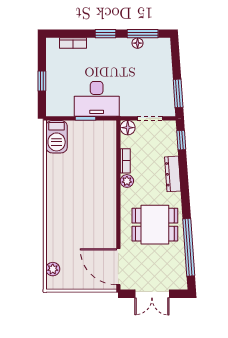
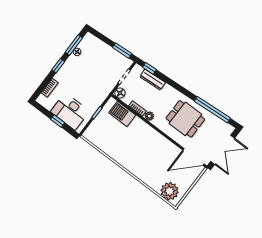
desk: (97, 99) -> (70, 111), moved, turned 90
barbecue: (57, 137) -> (122, 114), moved, turned 180
dresser: (173, 174) -> (153, 80), moved
dining table: (155, 225) -> (185, 119), turned 90
plant: (53, 269) -> (170, 191), width x1.88, depth x1.88
double door: (152, 294) -> (223, 150), width x1.37

